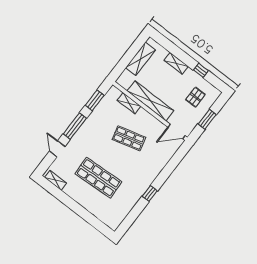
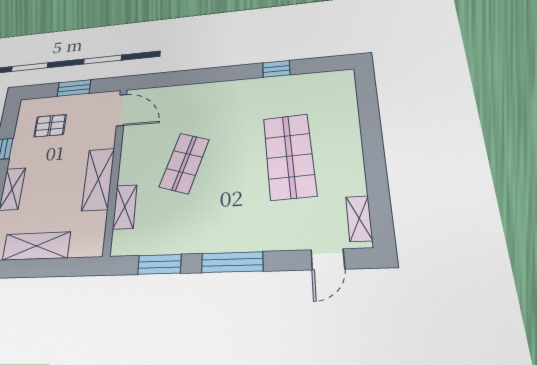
shelving: (150, 101) -> (98, 179), width x0.68
shop shelf: (129, 138) -> (184, 163), turned 33
door: (57, 149) -> (328, 259), moved
window: (150, 193) -> (276, 69), moved

